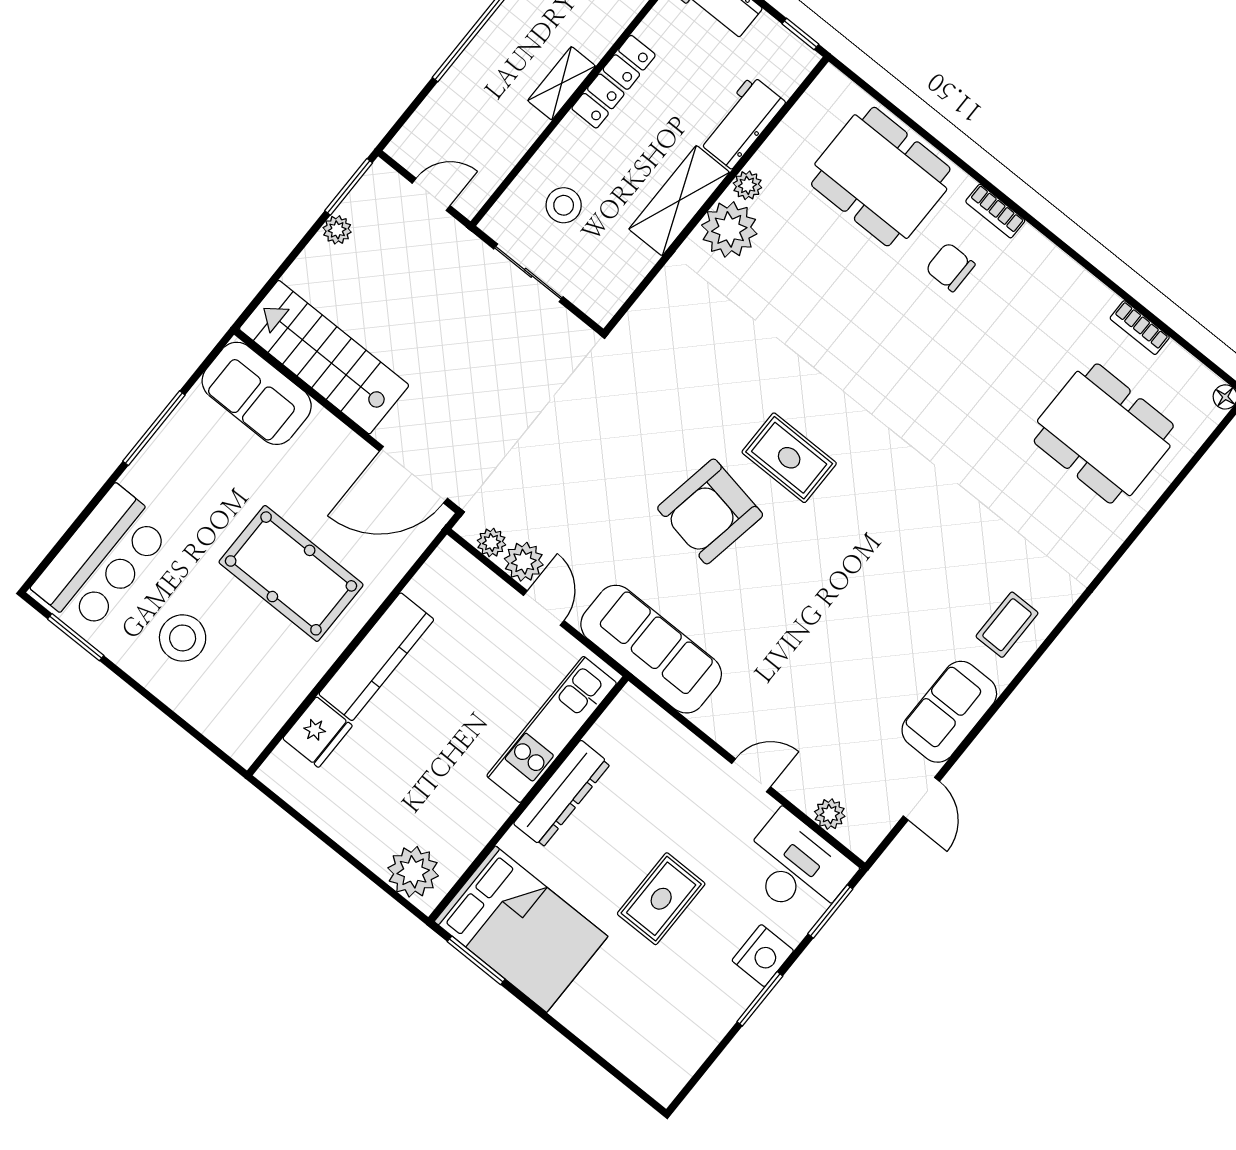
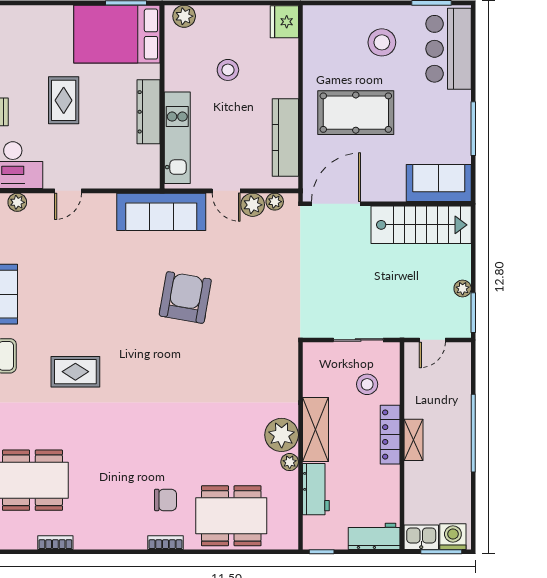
locker: (614, 82) -> (390, 435), moved
rug: (789, 458) -> (75, 372), moved
kitchen counter: (376, 657) -> (285, 137), moved
fridge: (318, 732) -> (284, 22), moved
stool: (414, 765) -> (228, 70), added
plant: (413, 872) -> (184, 16), width x0.73, depth x0.73

